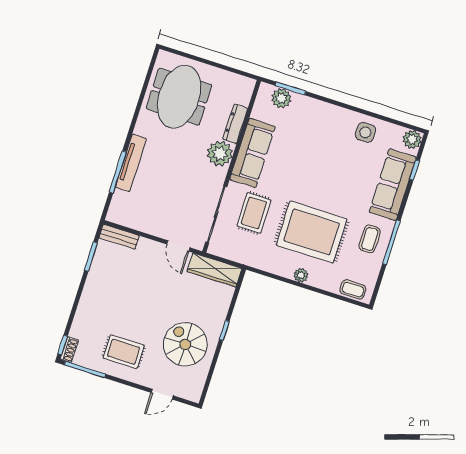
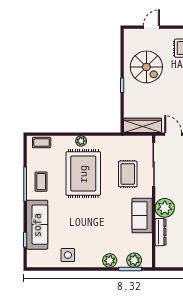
plant: (412, 139) -> (110, 261), moved
sofa: (252, 153) -> (142, 216), width x0.73
rug: (312, 232) -> (83, 174), turned 90

